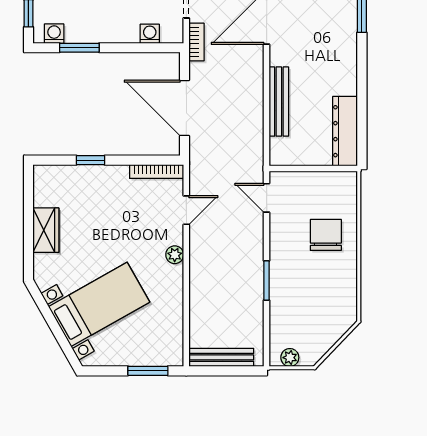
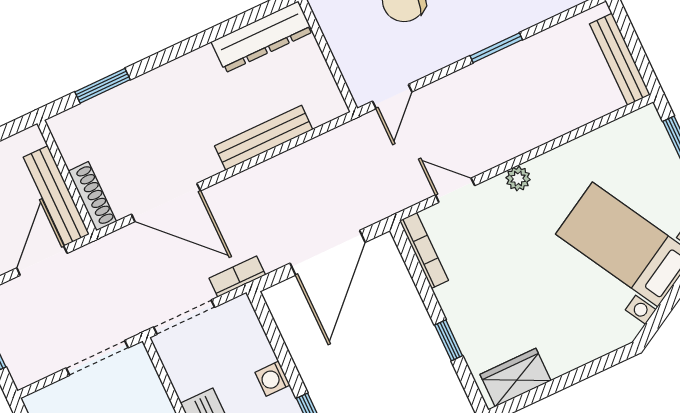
washing machine: (150, 34) -> (272, 379), moved
wardrobe: (46, 230) -> (516, 378), moved

